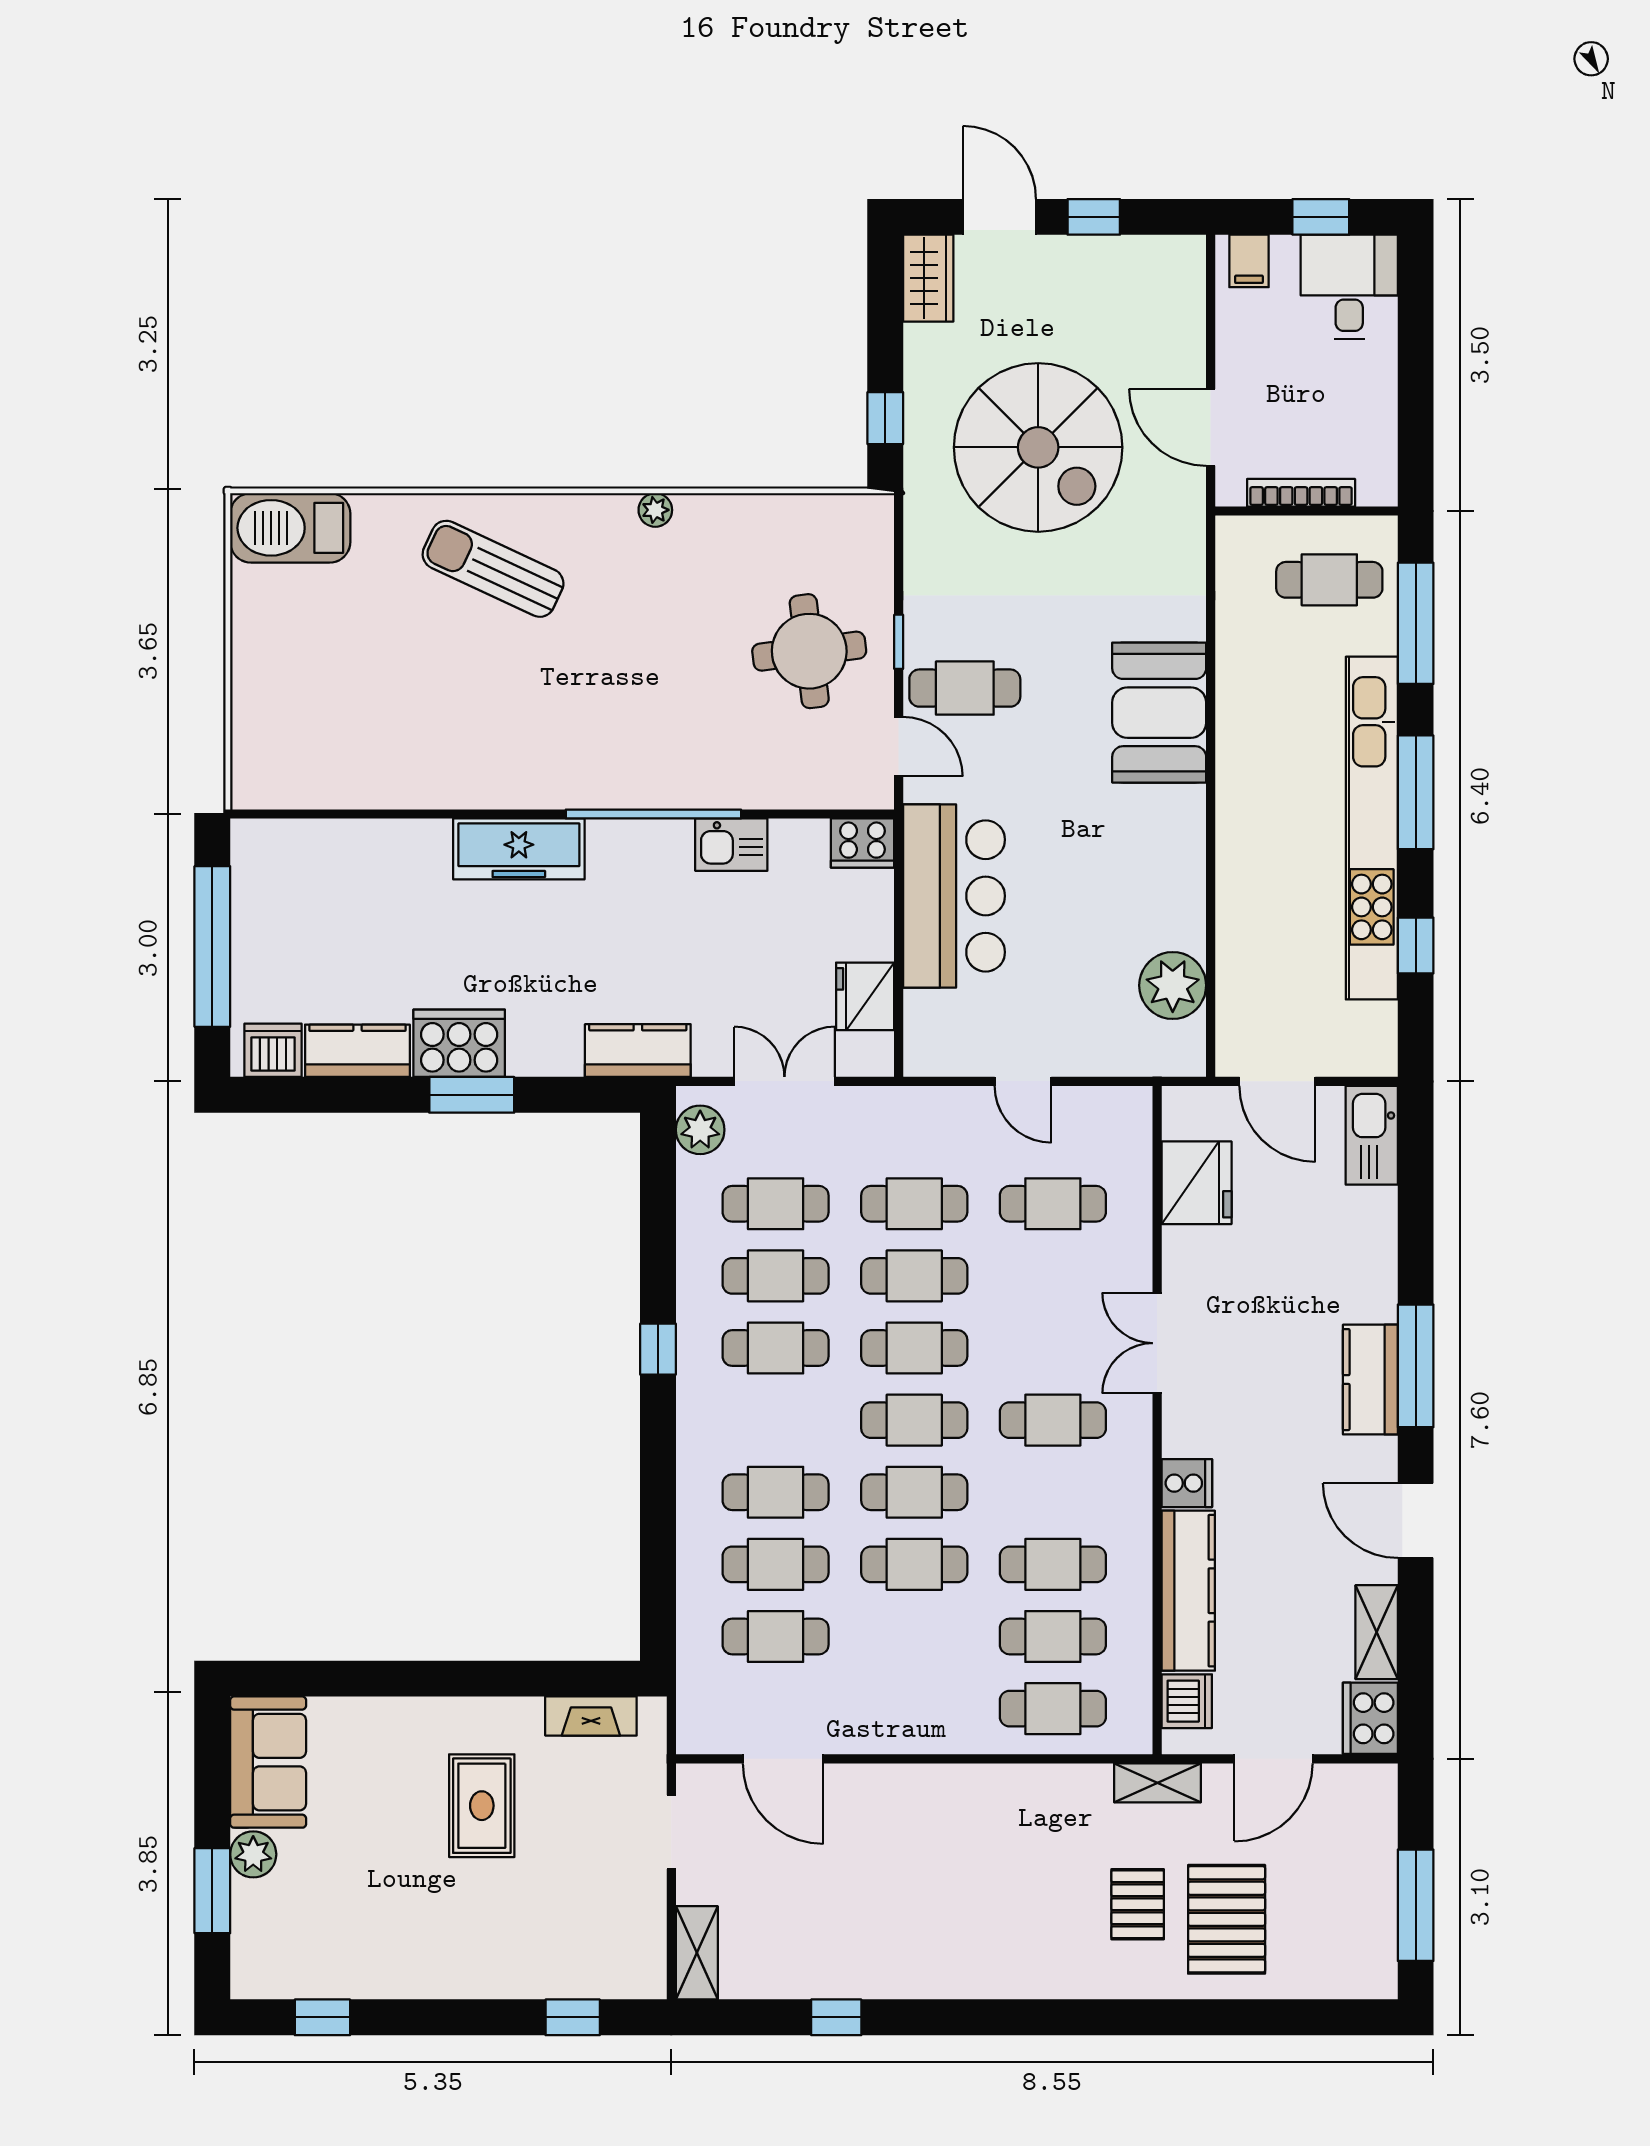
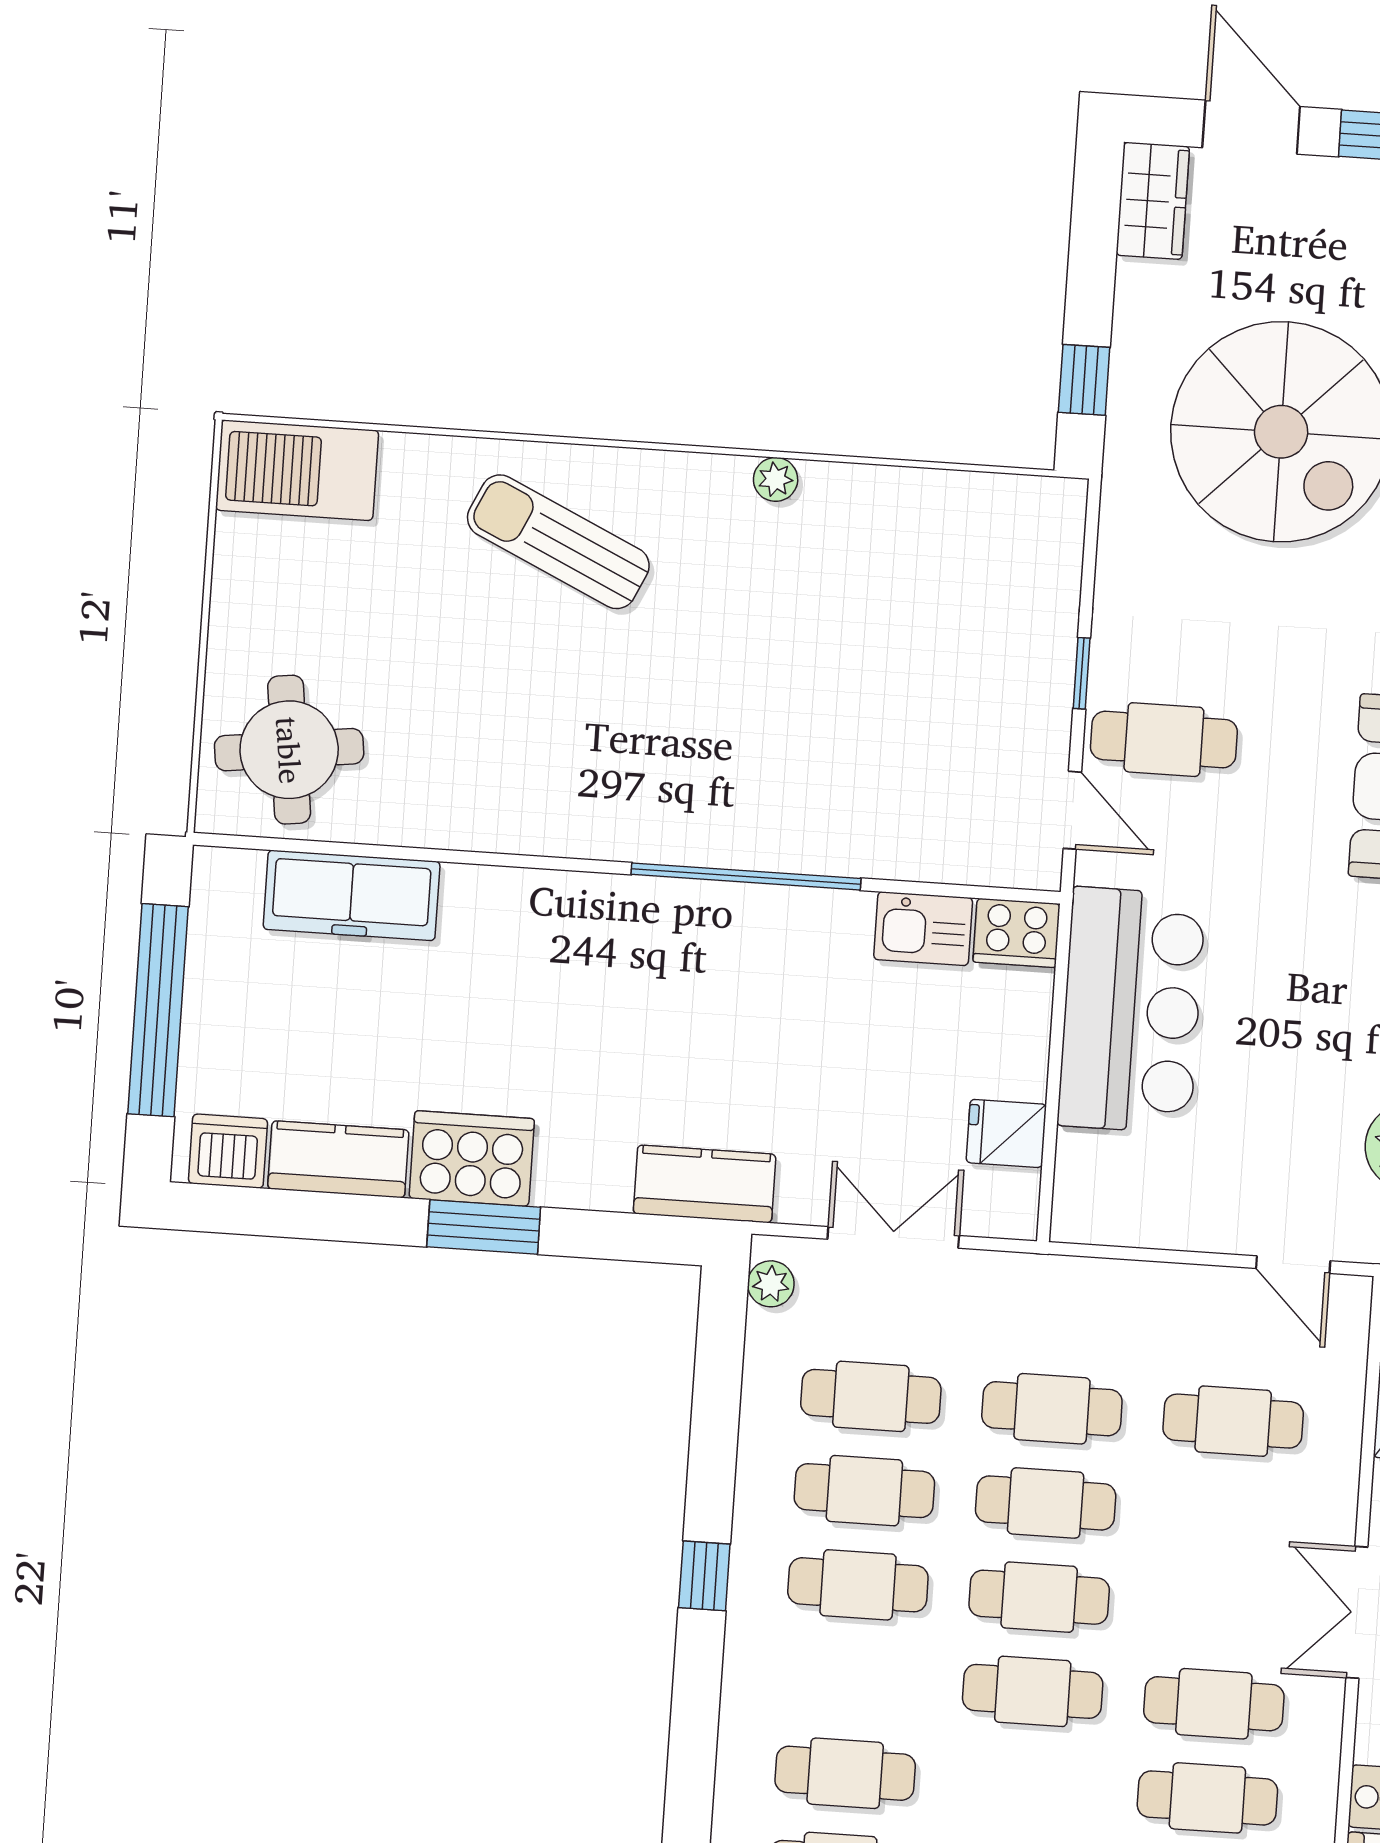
round table: (809, 651) -> (289, 750), moved
kitchen sink: (731, 845) -> (923, 929), moved
freezer: (519, 849) -> (352, 895), moved
fridge: (865, 996) -> (1006, 1133), width x0.72
door: (1023, 1081) -> (1293, 1265), moved
plant: (700, 1130) -> (771, 1284), width x0.73, depth x0.73
cafe table: (914, 1492) -> (1207, 1798), moved

